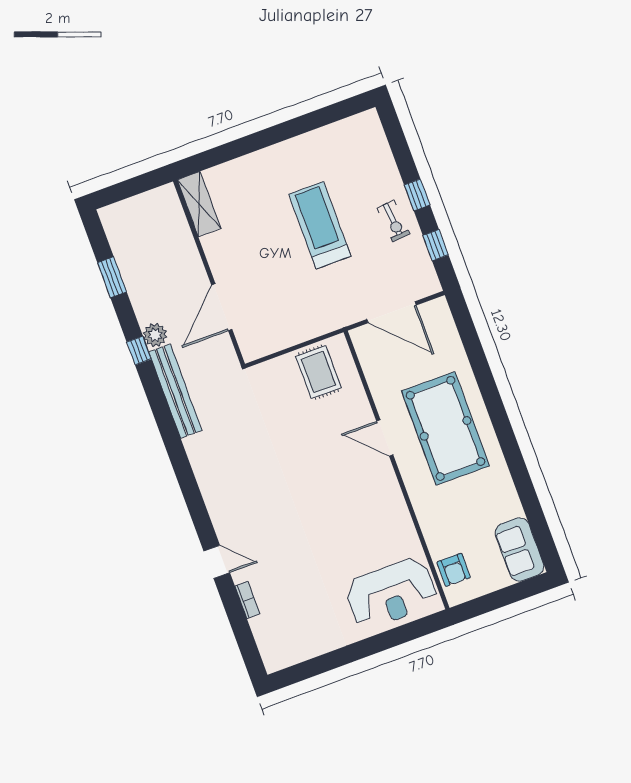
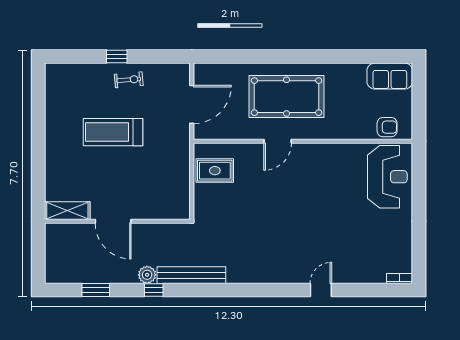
window: (436, 245) -> (156, 57), removed
door: (222, 307) -> (113, 221), moved
bookcase: (247, 600) -> (400, 278), moved

